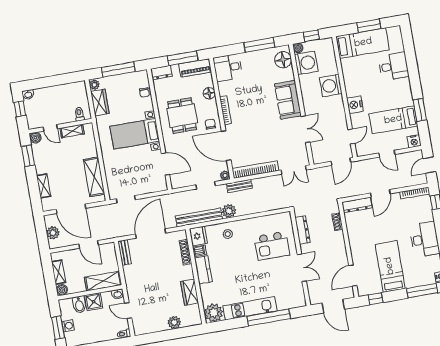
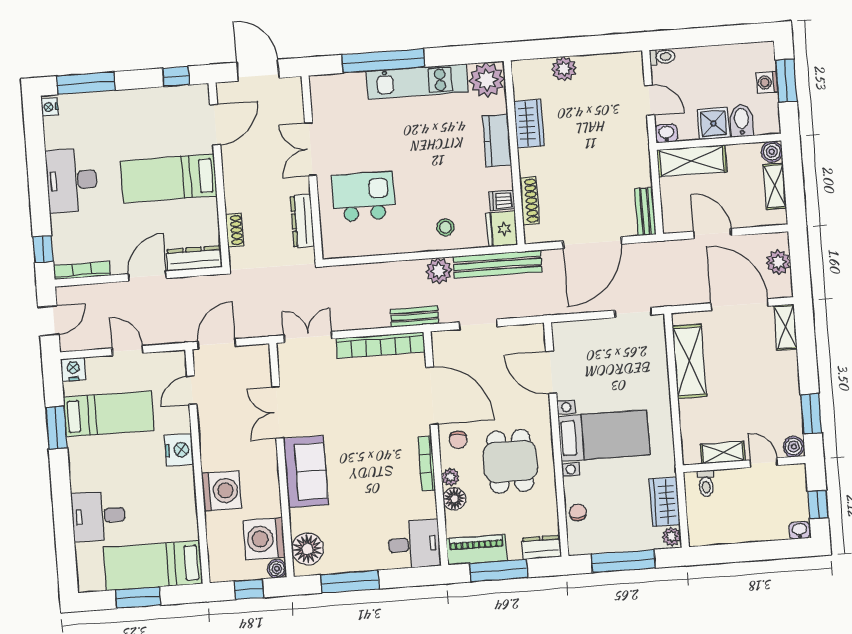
plant: (225, 175) -> (450, 477), moved
shelving: (44, 186) -> (785, 327), moved
bed: (390, 266) -> (169, 178), moved, turned 90
kitchen counter: (203, 270) -> (497, 141), moved

